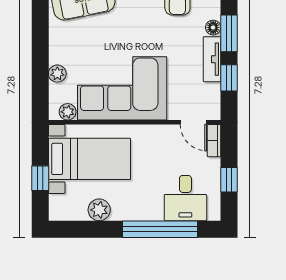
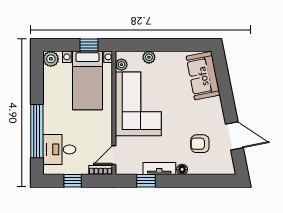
window: (229, 33) -> (178, 181), removed
window: (40, 178) -> (89, 45), moved
plant: (99, 210) -> (51, 59), moved

